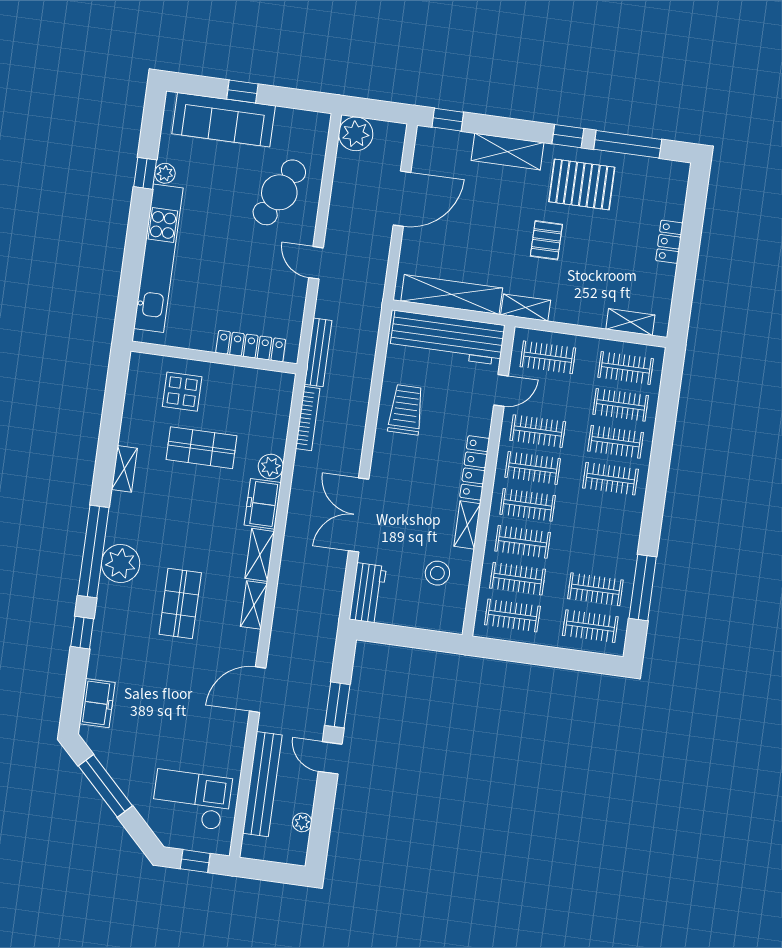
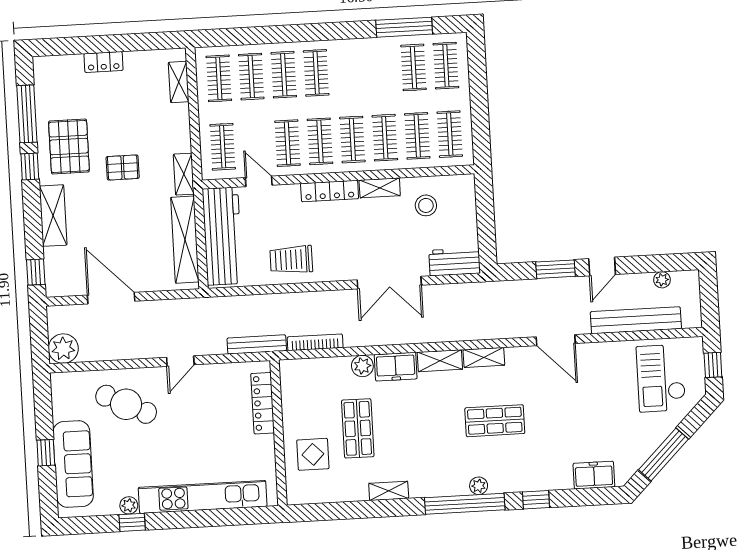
plant: (121, 563) -> (479, 486), width x0.53, depth x0.53

